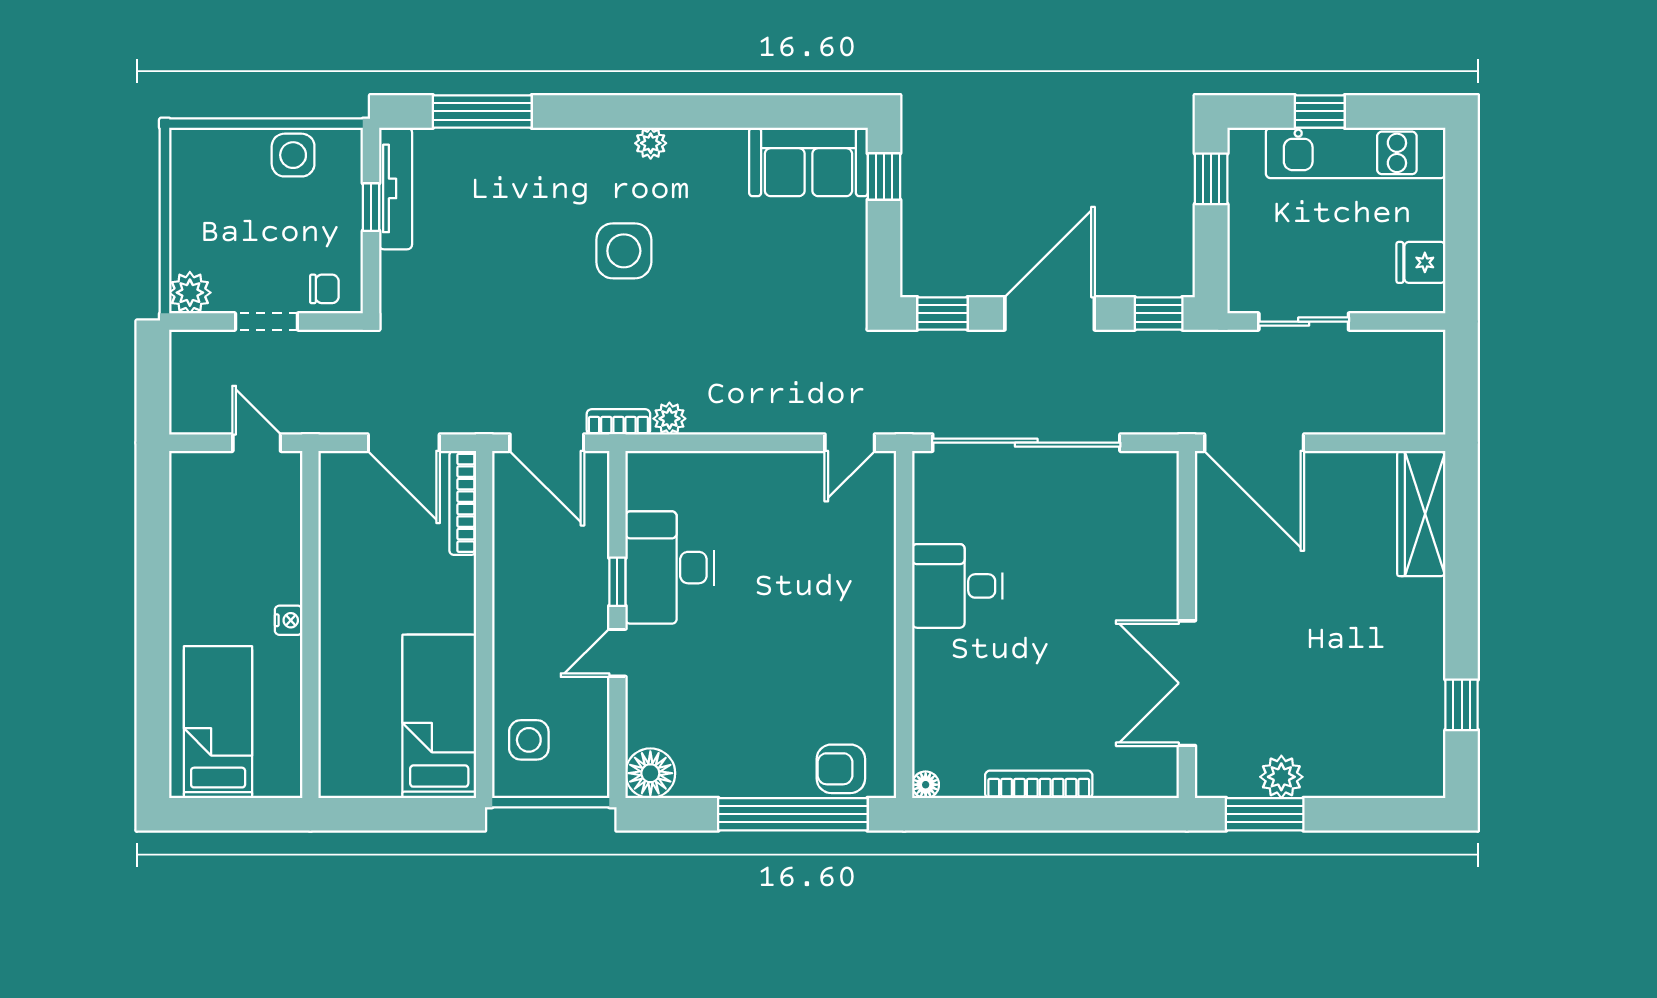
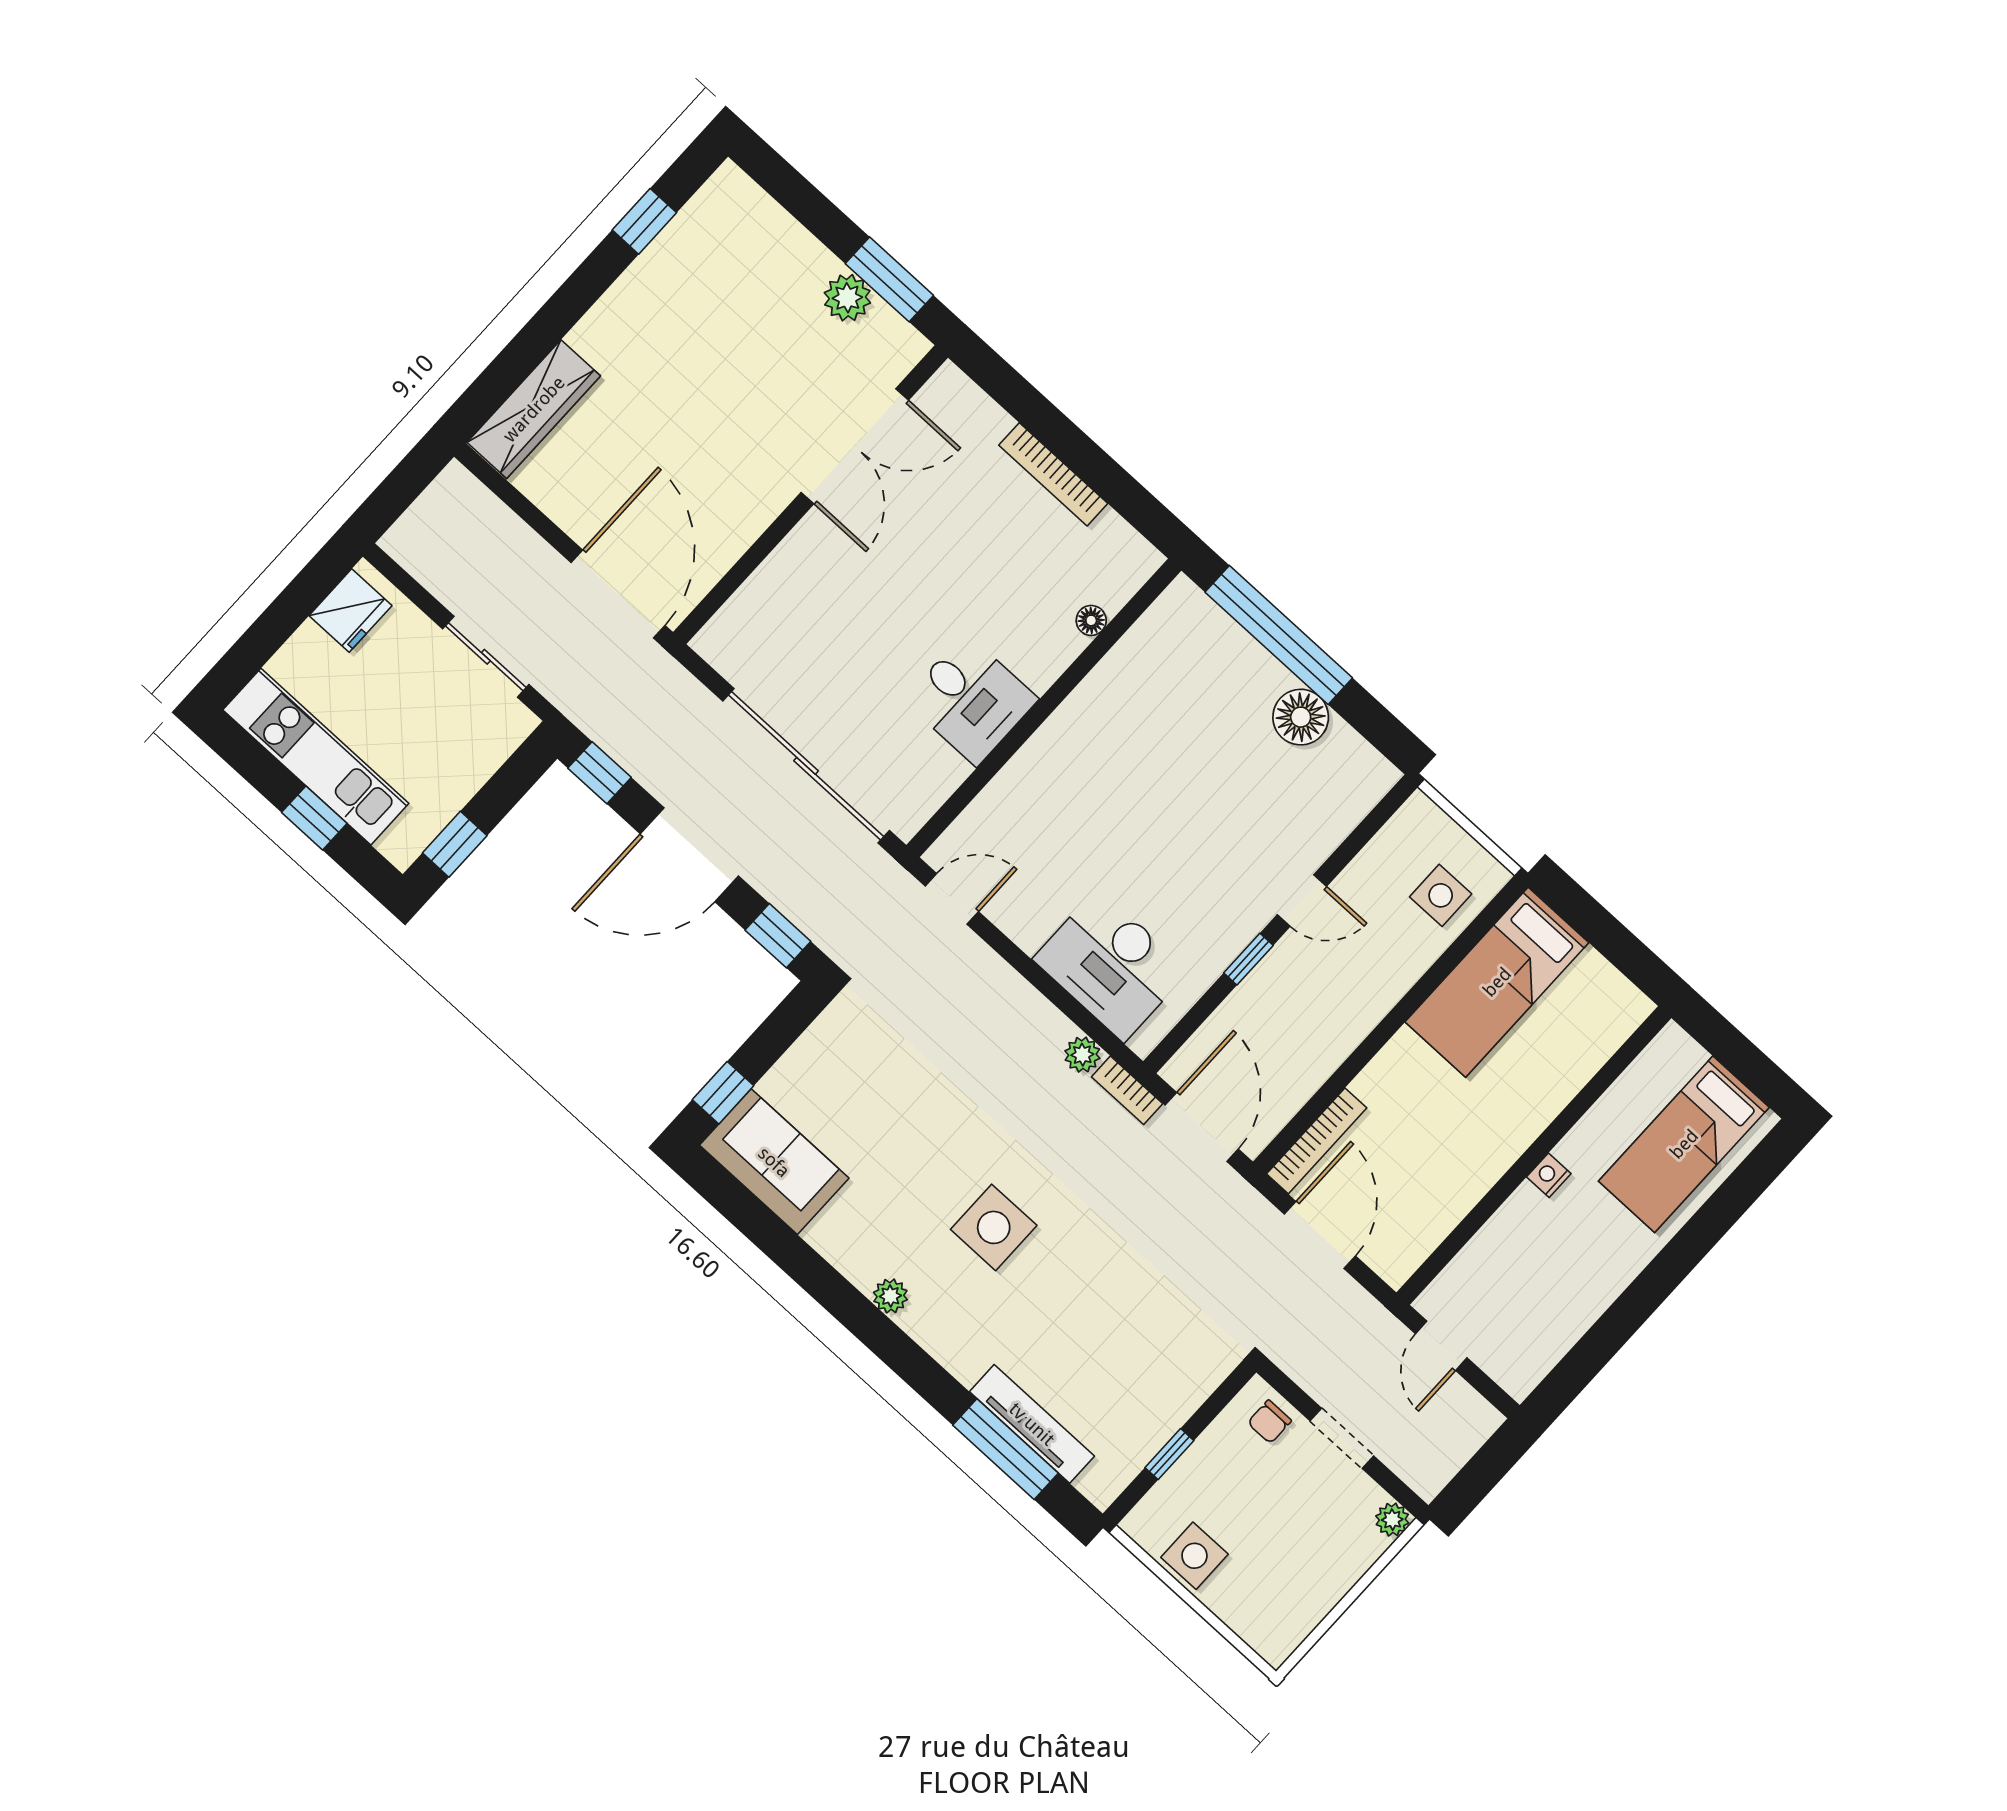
tv unit: (396, 188) -> (1032, 1424), moved, turned 90
fridge: (1421, 262) -> (350, 611), width x1.38
chair: (324, 289) -> (1270, 1422), turned -90
plant: (190, 293) -> (1392, 1520), width x0.73, depth x0.73
desk: (670, 568) -> (1111, 965), moved, turned 90
armchair: (841, 769) -> (1205, 636), removed
floor lamp: (650, 773) -> (1301, 717), moved
floor lamp: (926, 785) -> (1091, 620), moved

